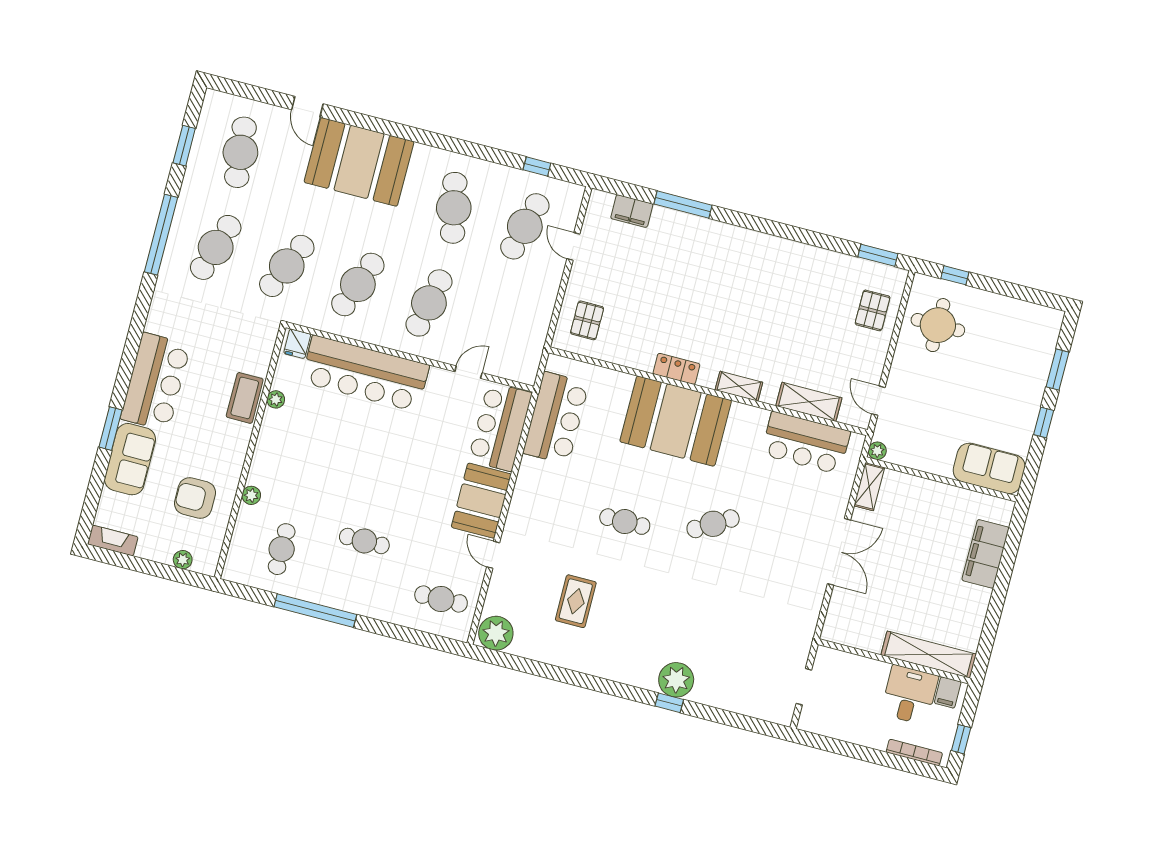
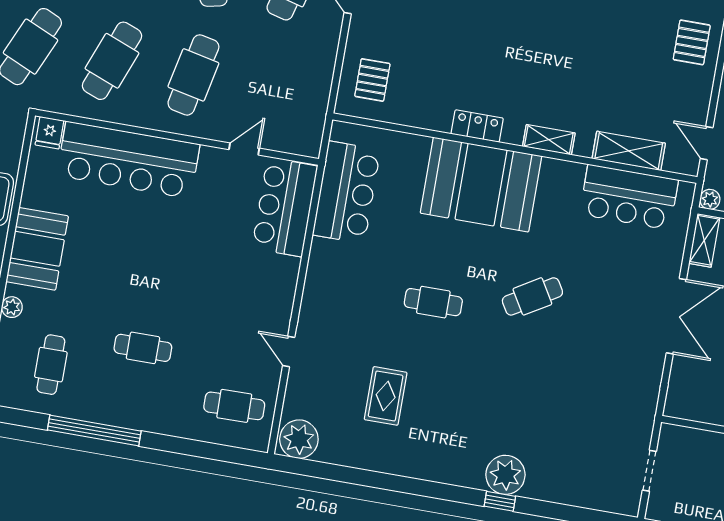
plant: (276, 399) -> (30, 197), removed
booth: (481, 501) -> (37, 249), moved

